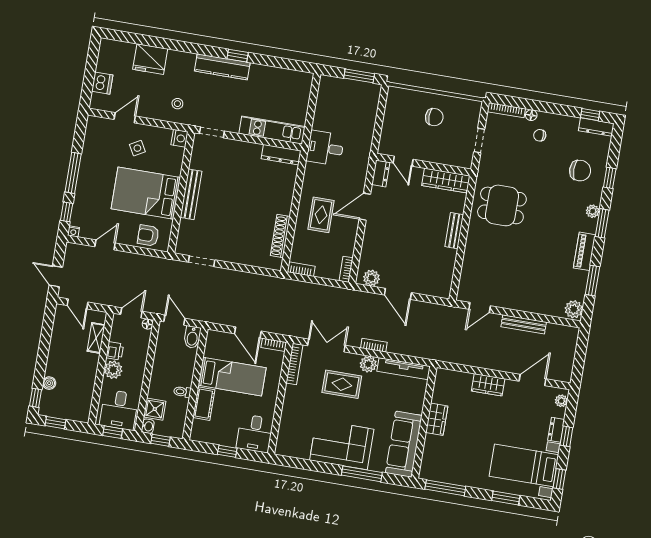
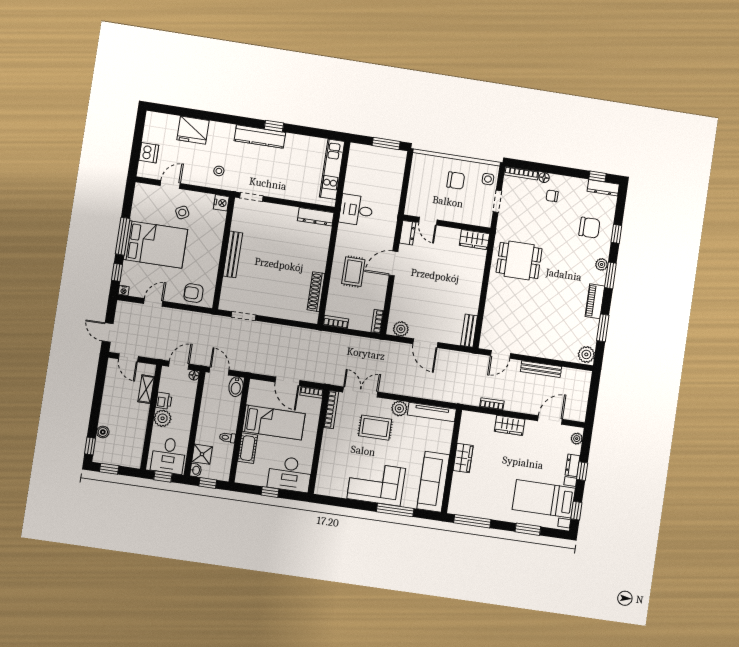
side table: (470, 116) -> (488, 179), added
kitchen unit: (272, 130) -> (332, 169), moved, turned -90
wardrobe: (446, 181) -> (474, 240), width x0.67
bed: (146, 193) -> (156, 244), moved, turned 180
bench: (454, 231) -> (469, 331), moved
bookcase: (374, 345) -> (492, 404), moved
desk: (255, 433) -> (290, 474), width x1.37

